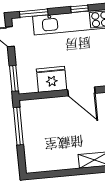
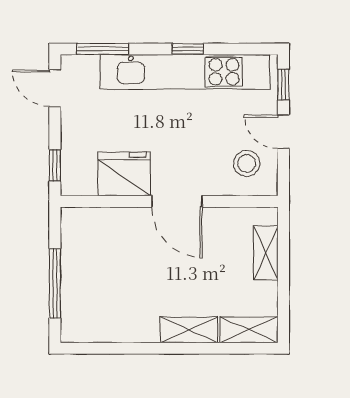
window: (14, 78) -> (55, 165), width x0.67
window: (18, 126) -> (55, 283), moved

